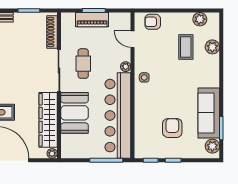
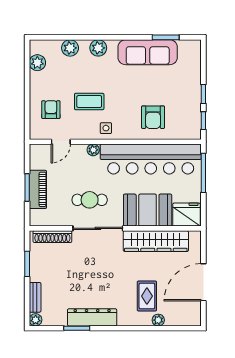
armchair: (153, 22) -> (51, 110), moved, turned 180
coffee table: (186, 47) -> (89, 102), moved
armchair: (172, 128) -> (153, 117), moved, turned -90
fridge: (71, 146) -> (186, 215), added
plant: (212, 146) -> (98, 48), moved
plant: (52, 153) -> (195, 236), removed

